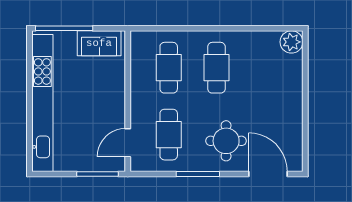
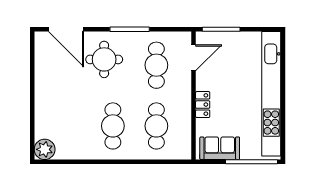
locker: (118, 91) -> (203, 105), added

